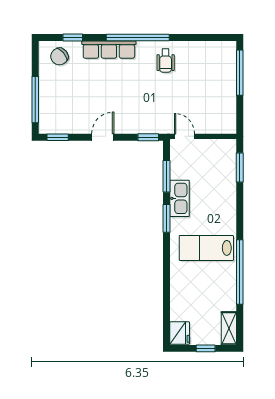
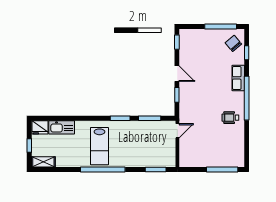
row of seats: (109, 50) -> (238, 78), width x0.68
window: (35, 100) -> (221, 26), moved
window: (148, 137) -> (177, 95), moved
kitchen sink: (180, 198) -> (62, 127), moved
lab bench: (206, 248) -> (99, 146), turned 180
window: (240, 272) -> (103, 169), moved

